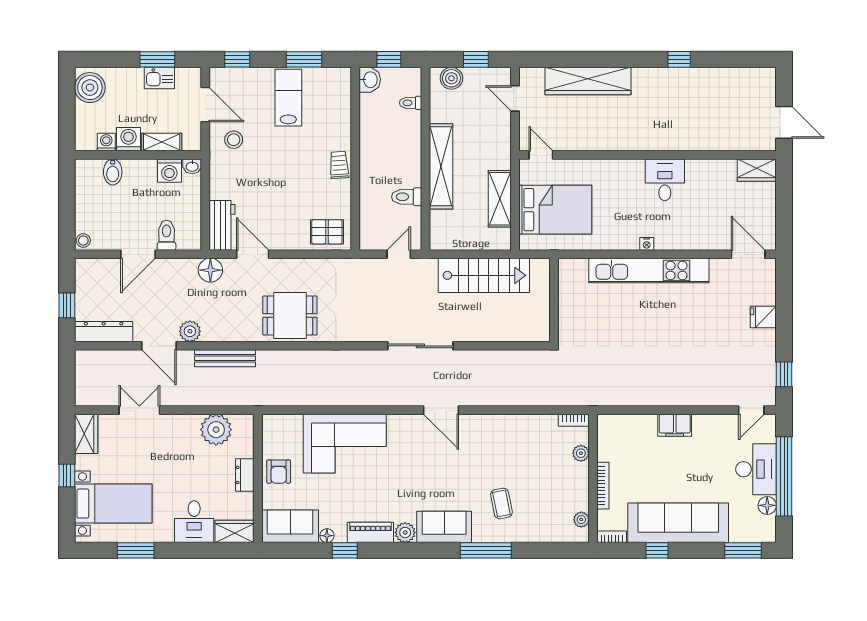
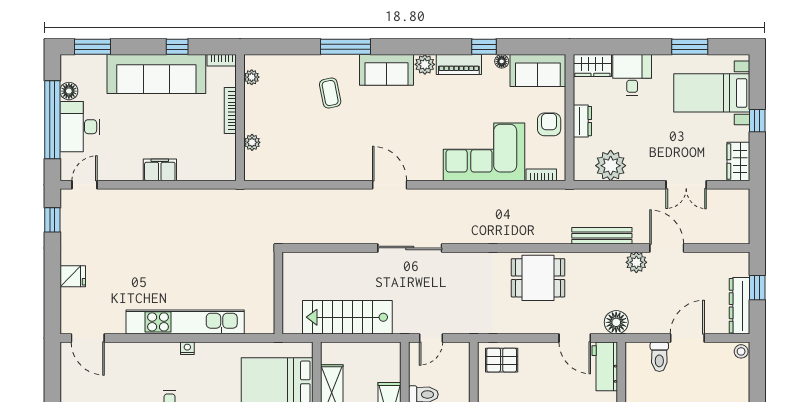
dresser: (104, 332) -> (739, 306), moved, turned 90
bookcase: (574, 420) -> (541, 175), moved

